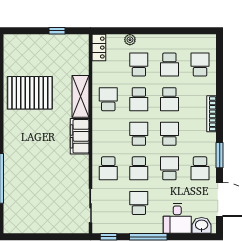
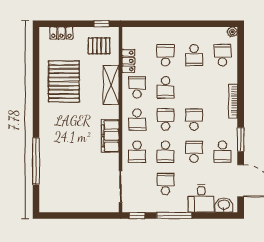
window: (57, 31) -> (102, 24), moved
plant: (130, 40) -> (232, 32), moved
locker: (27, 41) -> (61, 33), added
locker: (99, 48) -> (128, 61), moved
pallet: (67, 54) -> (99, 46), added
pallet: (30, 93) -> (64, 81), turned 90
school desk: (169, 99) -> (137, 120), moved
filing cabinet: (80, 136) -> (110, 136), moved

